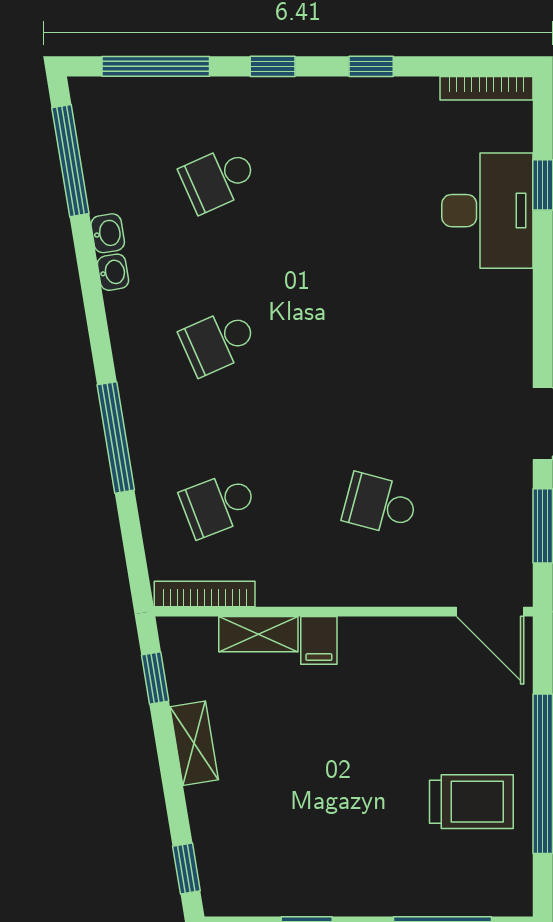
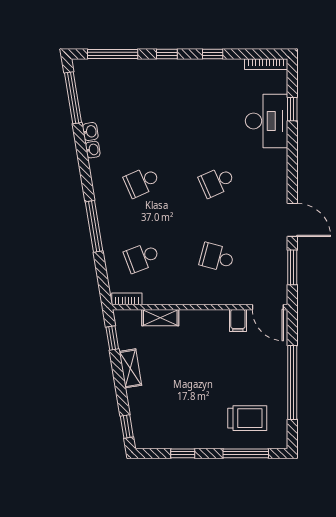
school desk: (218, 179) -> (217, 182), moved
bookcase: (205, 594) -> (127, 299), width x0.64
filing cabinet: (319, 640) -> (238, 320), moved
trolley: (471, 802) -> (247, 418), moved

